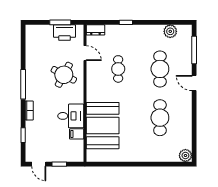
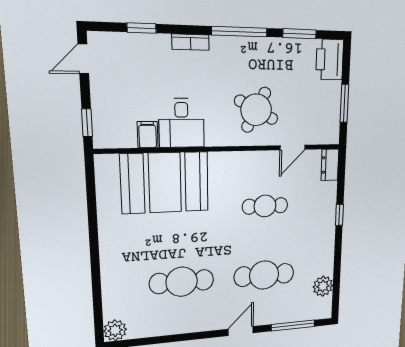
printer: (64, 33) -> (330, 60), moved
window: (23, 51) -> (299, 34), added
window: (59, 164) -> (87, 123), moved

